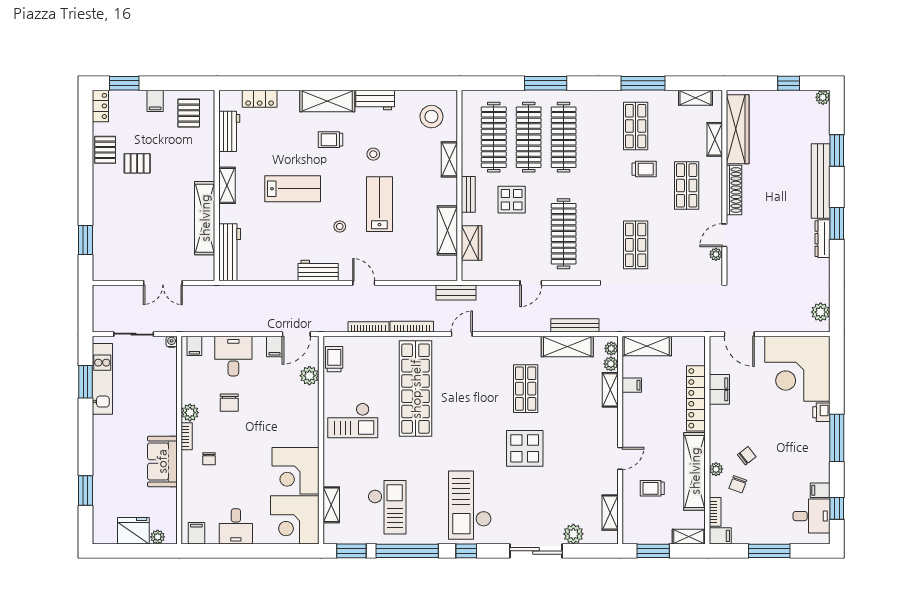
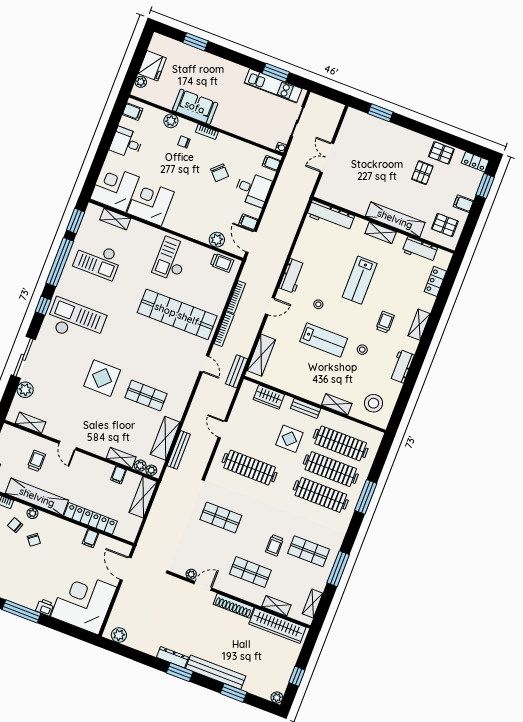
shelving: (327, 101) -> (419, 325), width x0.67, depth x0.75
shelving: (205, 218) -> (395, 219), moved
shelving: (447, 230) -> (261, 355), moved, turned 90
door: (724, 235) -> (203, 586), hinge flipped
door: (739, 334) -> (126, 569), hinge flipped
filing cabinet: (719, 389) -> (91, 538), width x0.50
chair: (229, 403) -> (220, 173), turned -134
plant: (190, 413) -> (171, 121), moved

